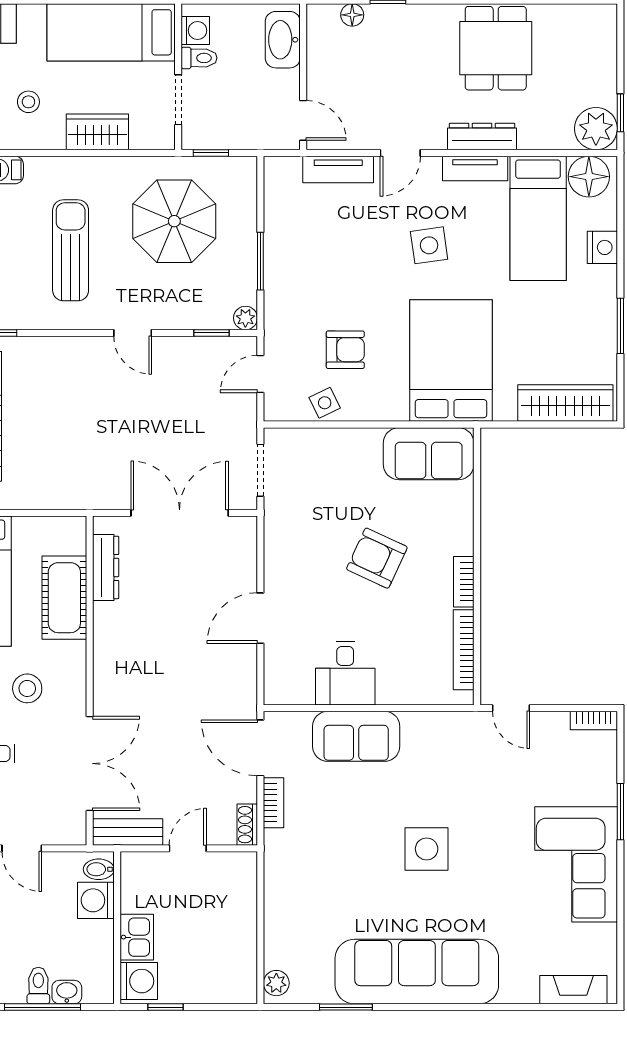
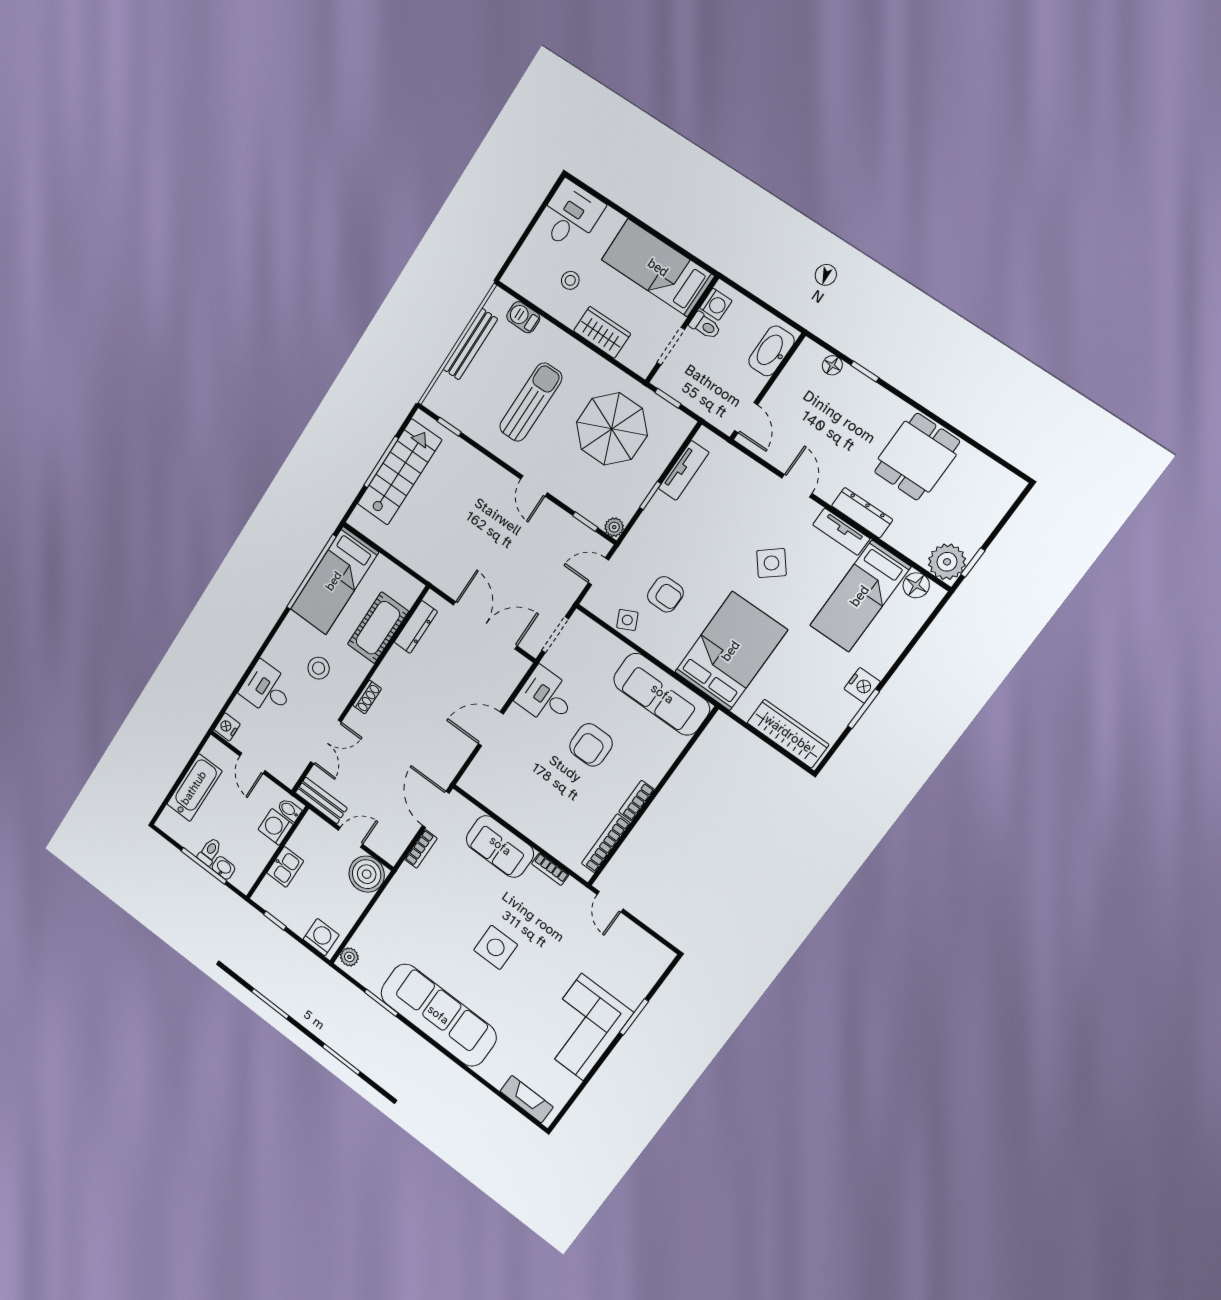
door: (400, 153) -> (797, 486), swing flipped
tv unit: (338, 169) -> (684, 470), moved, turned -90
floor lamp: (589, 177) -> (916, 585), width x0.73, depth x0.73
side table: (429, 245) -> (771, 563), turned -31
nightstand: (602, 247) -> (862, 685), moved
window: (260, 261) -> (650, 496), width x0.67
sofa: (429, 454) -> (662, 694), width x1.36
armchair: (377, 558) -> (591, 745), turned -115
desk: (345, 673) -> (546, 697), moved, turned 90
bookcase: (594, 721) -> (550, 869), moved
double door: (90, 763) -> (326, 742), width x0.73
shoe rack: (247, 825) -> (367, 697), moved, turned 180
boiler: (233, 876) -> (367, 874), added
washing machine: (139, 981) -> (321, 937), moved, turned -90

